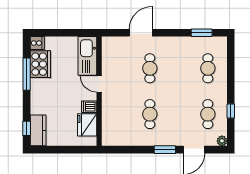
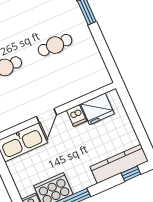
kitchen counter: (38, 130) -> (119, 164), width x1.50

